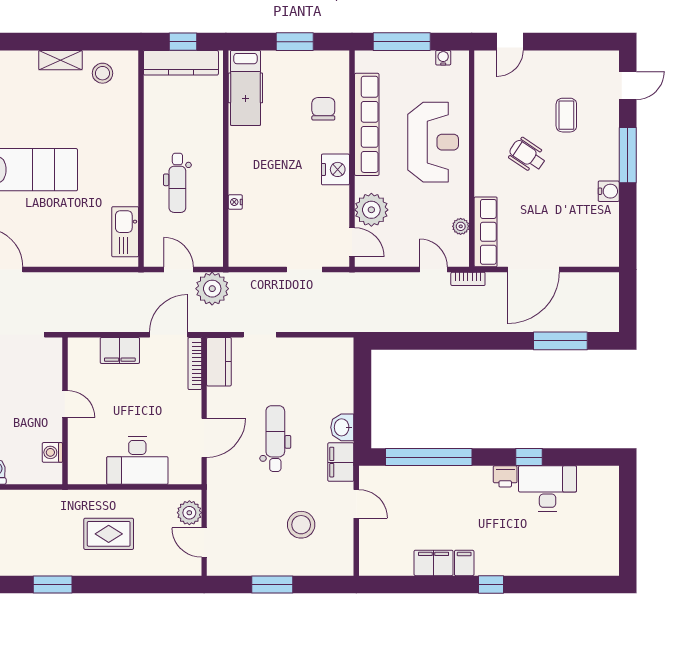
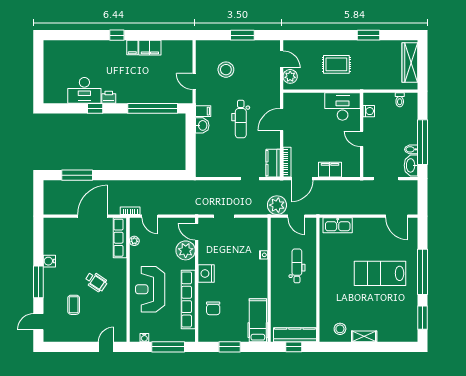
kitchen sink: (125, 232) -> (338, 225), moved, turned 90
desk: (137, 460) -> (343, 106), moved
filing cabinet: (341, 462) -> (203, 111), width x0.50

